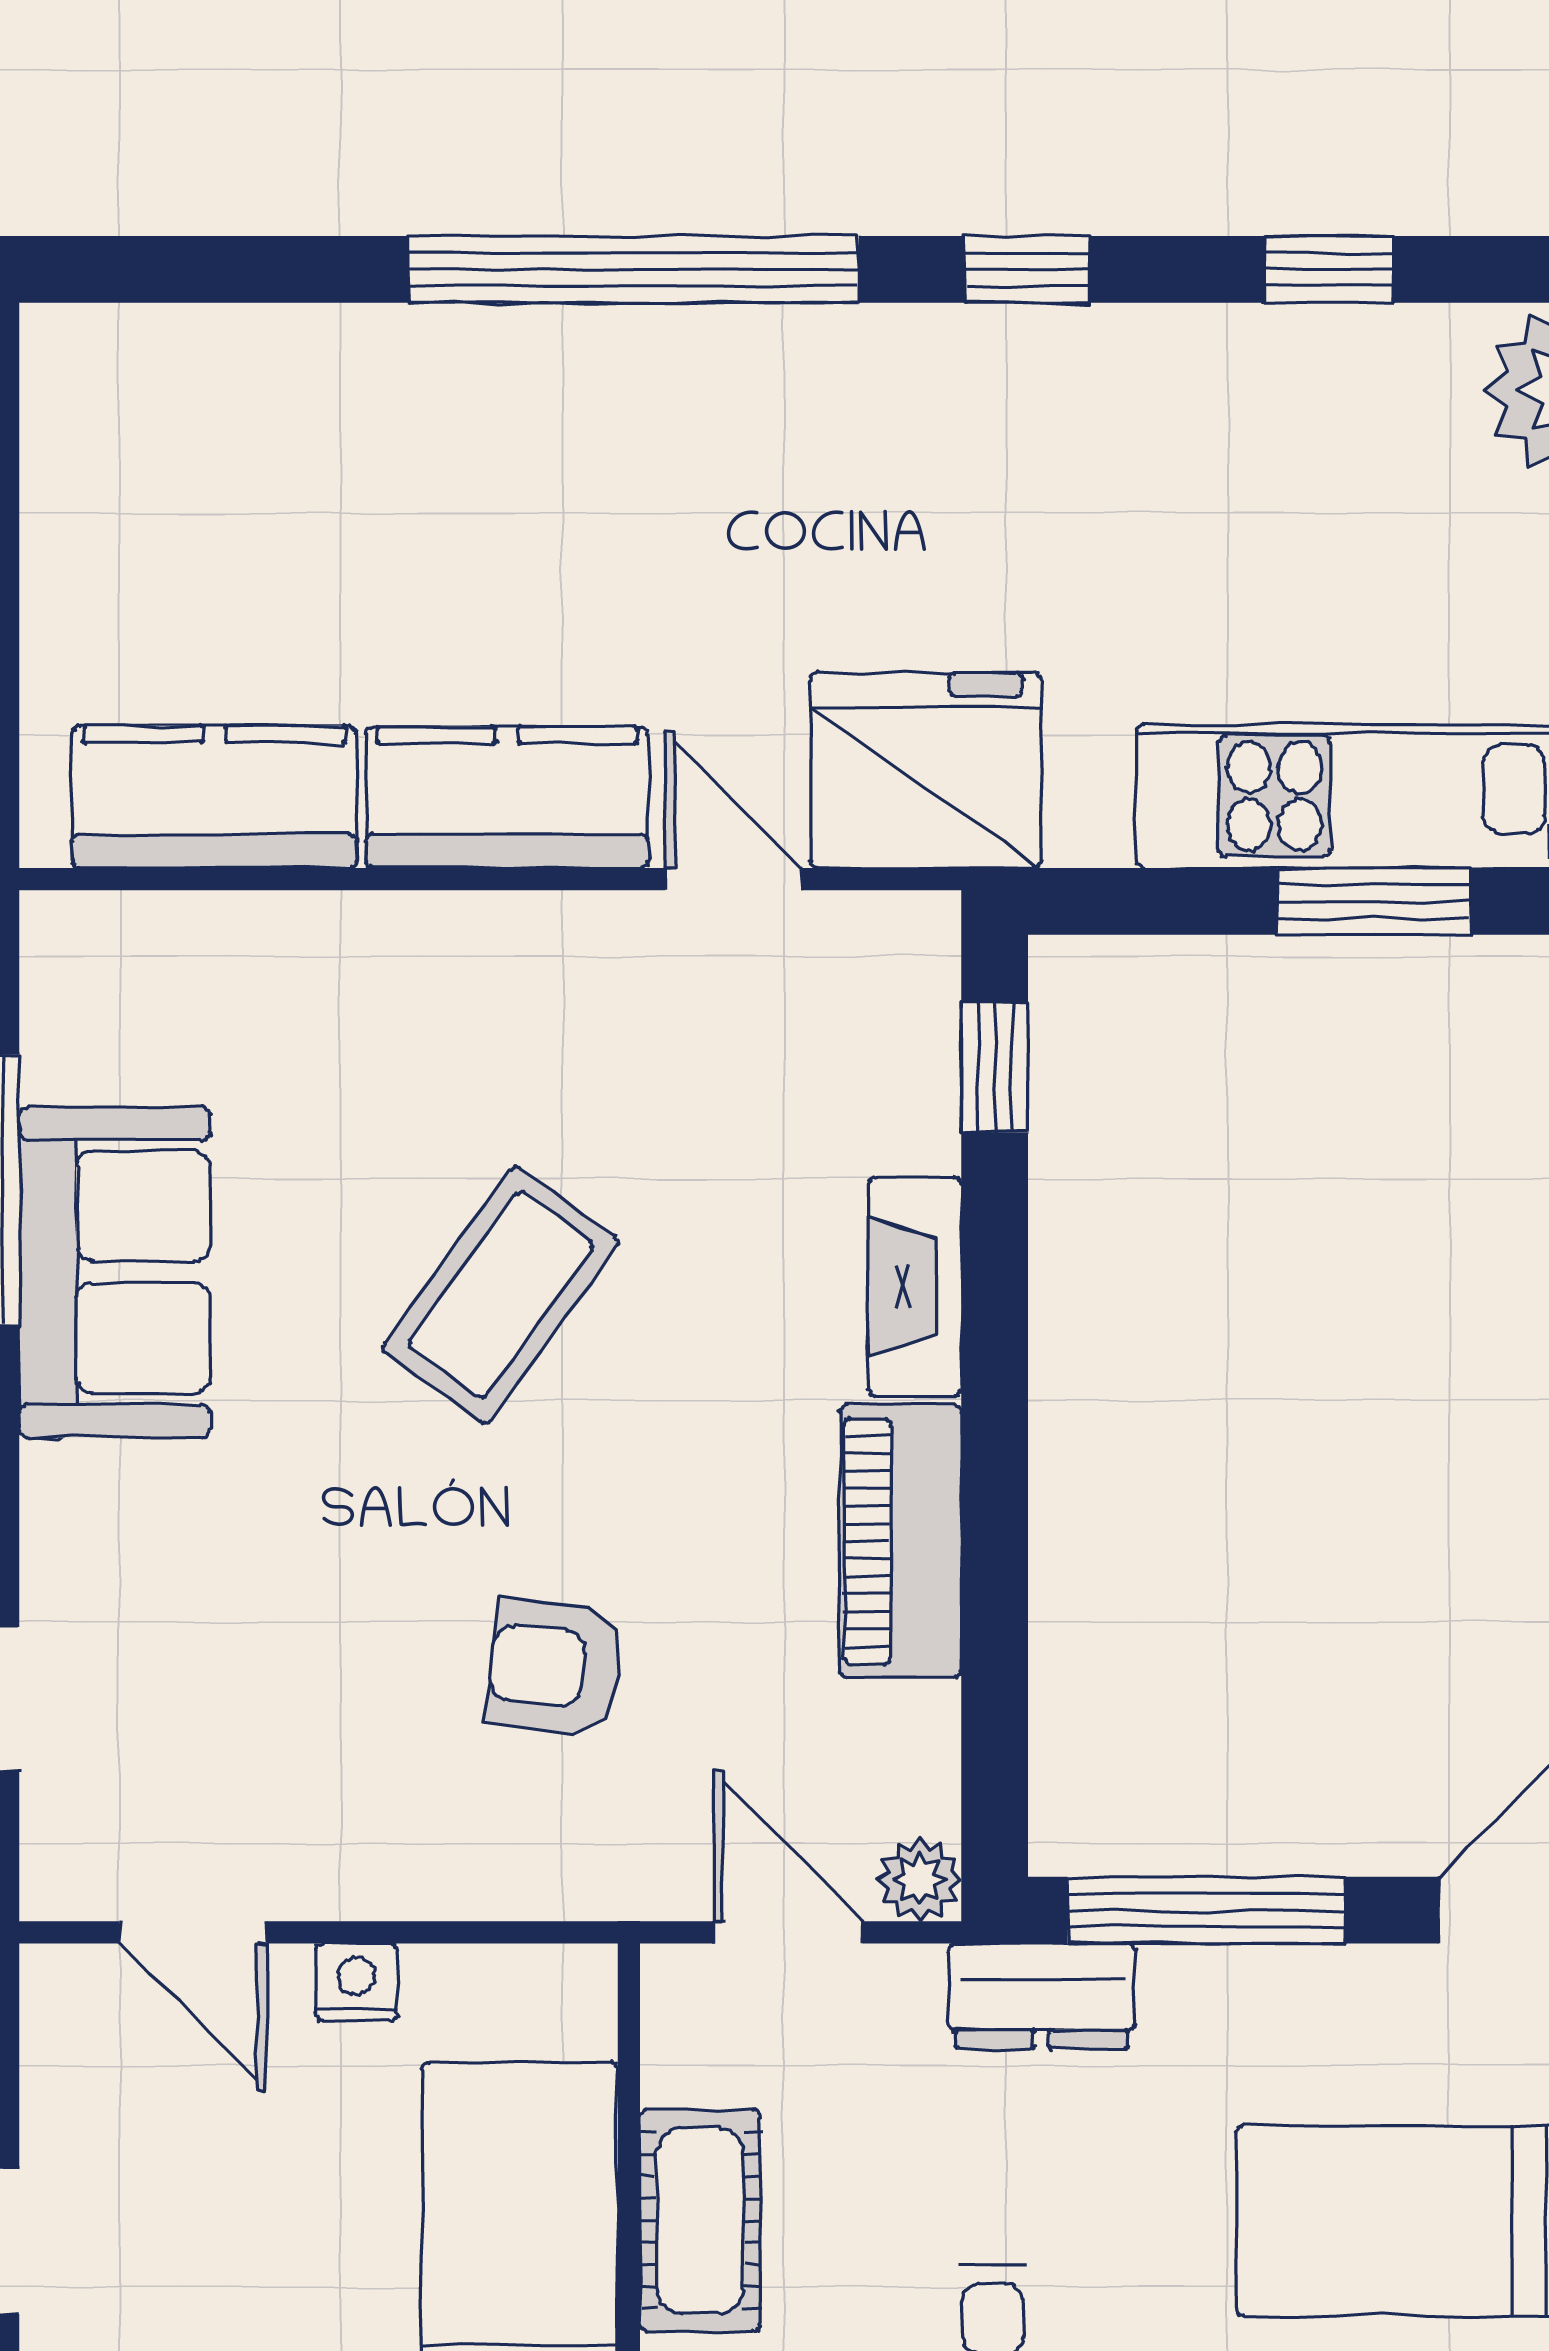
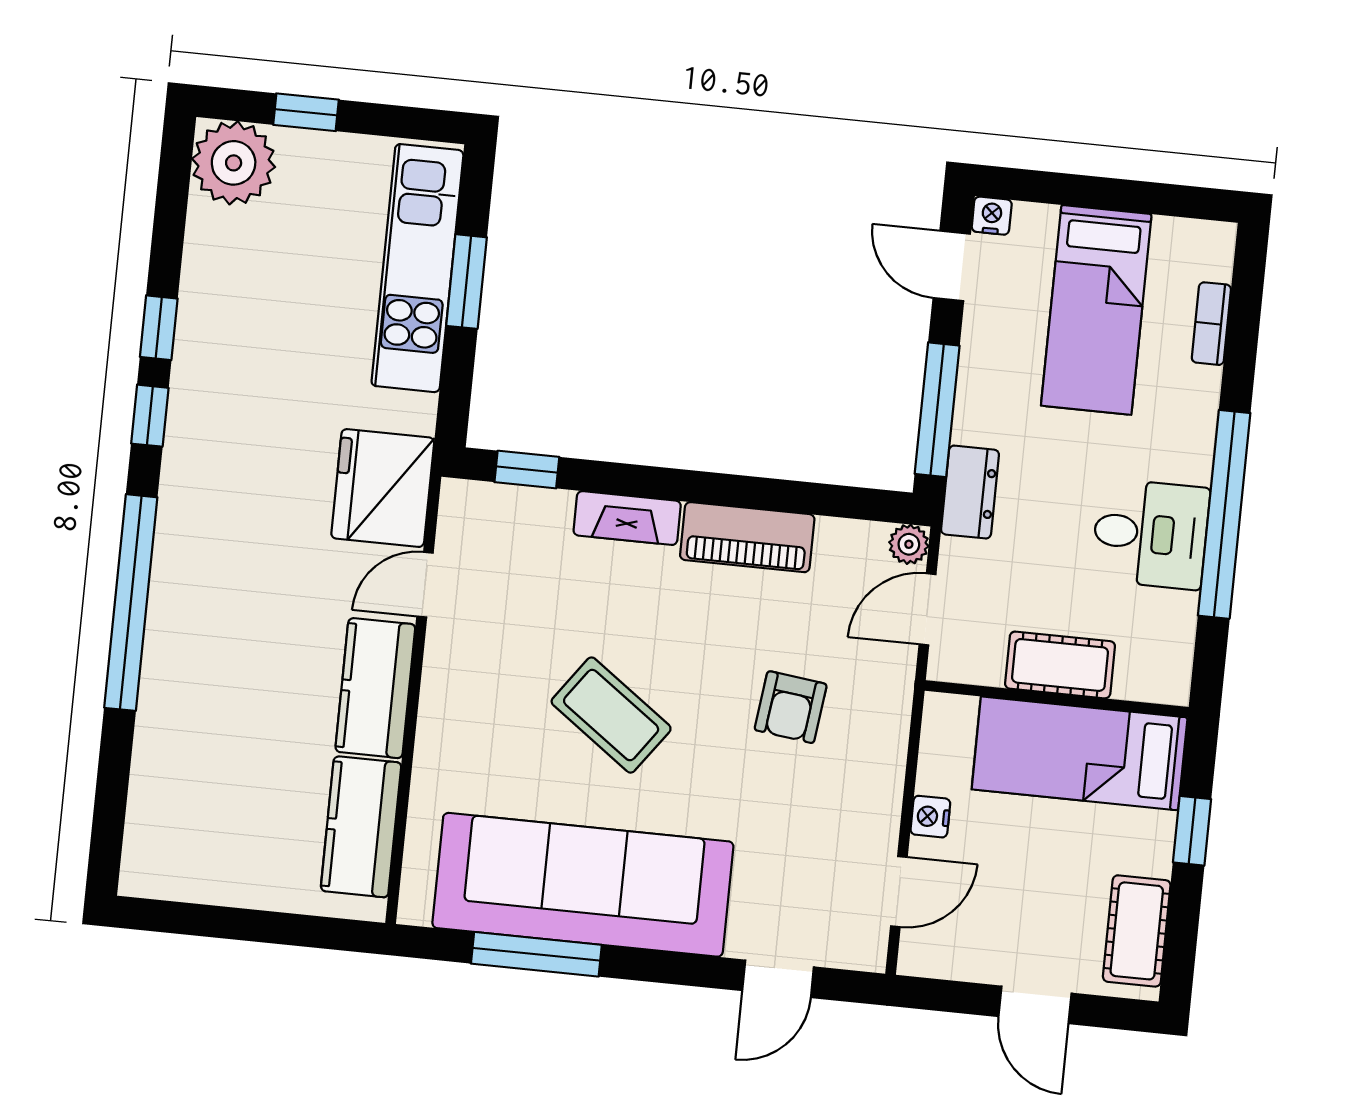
window: (1329, 269) -> (159, 328), moved
sofa: (115, 1272) -> (583, 885), width x1.85, depth x1.27

